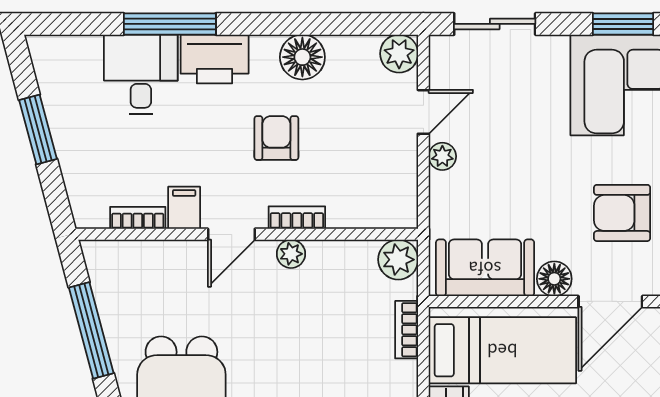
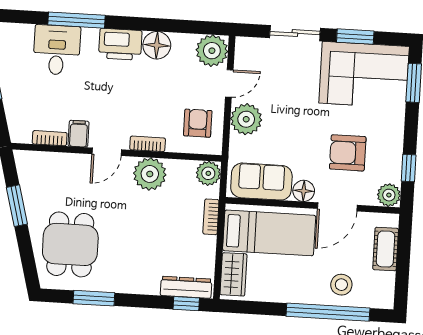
sliding door: (495, 24) -> (295, 33), moved
plant: (399, 54) -> (212, 51), width x1.36, depth x1.36
printer: (215, 59) -> (120, 44), moved
armchair: (276, 138) -> (198, 123), moved
plant: (442, 156) -> (246, 119), width x1.87, depth x1.87
plant: (291, 254) -> (150, 174), width x1.87, depth x1.87
window: (91, 330) -> (17, 206), width x0.69

